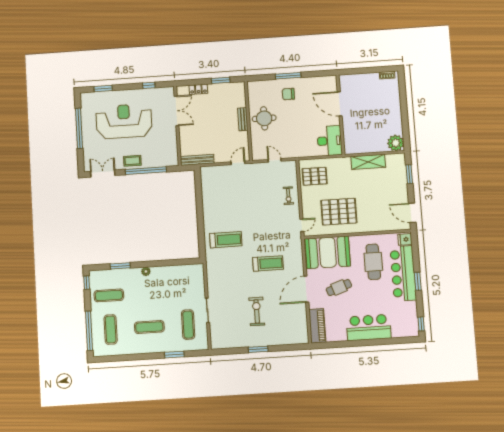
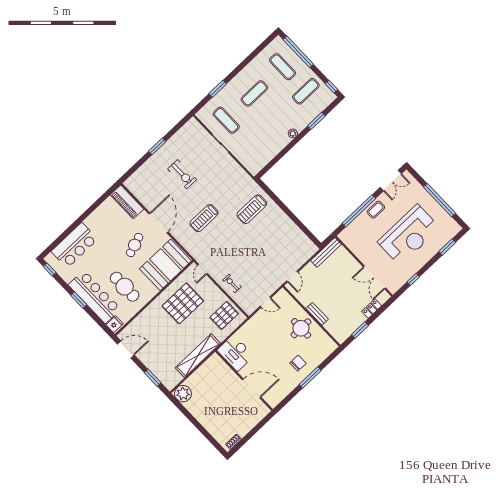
shelving: (368, 162) -> (198, 356), width x1.47
bar counter: (369, 328) -> (74, 245), moved

